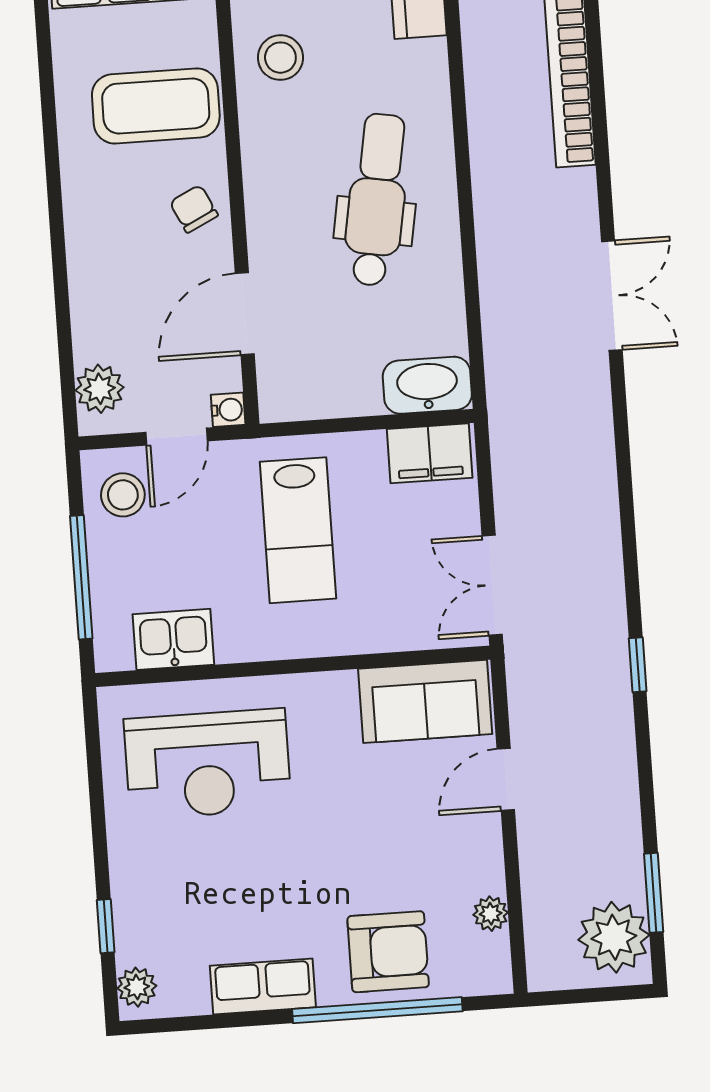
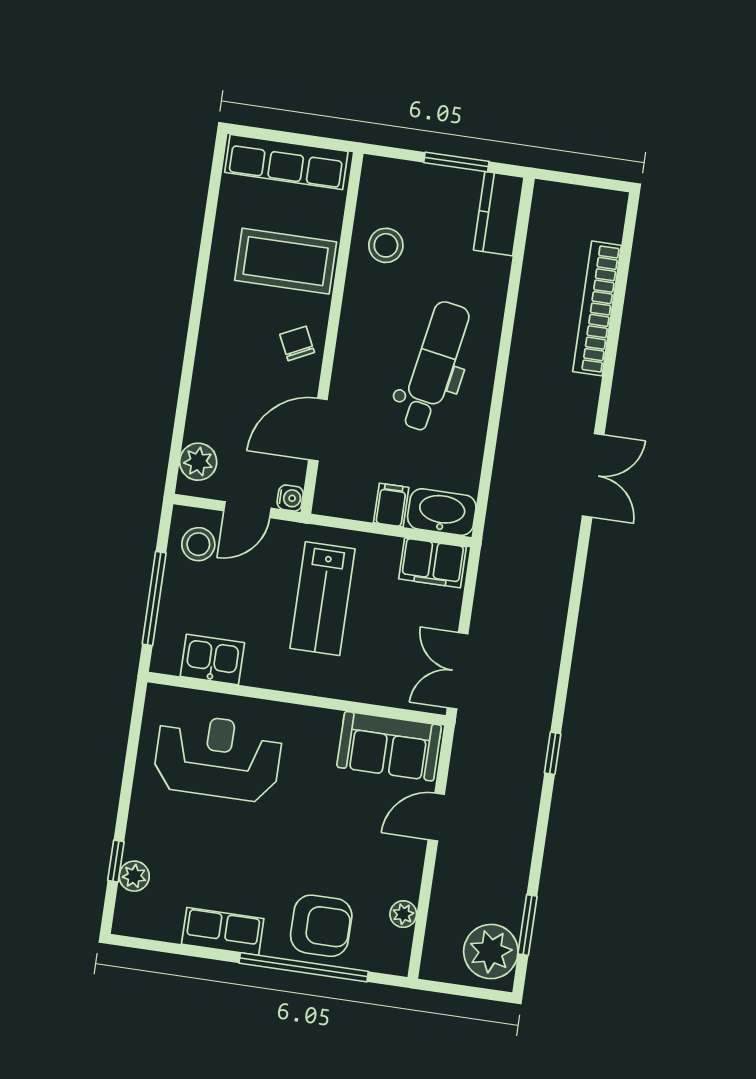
filing cabinet: (360, 390) -> (391, 505), added
reception desk: (208, 764) -> (218, 757), turned 180
plant: (137, 987) -> (134, 876), moved

